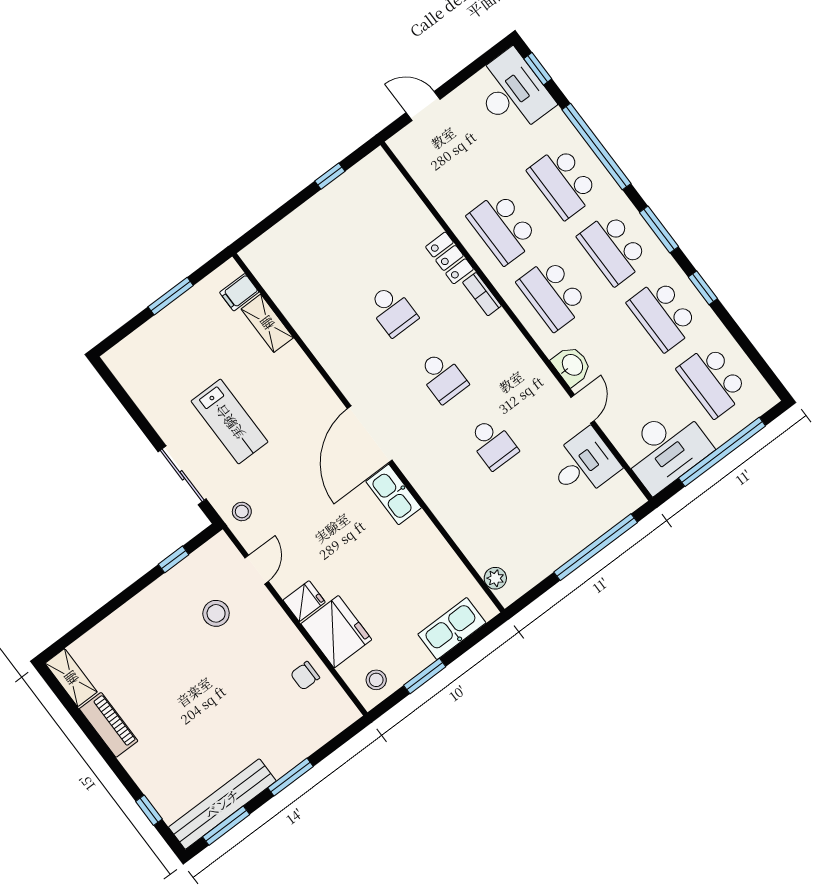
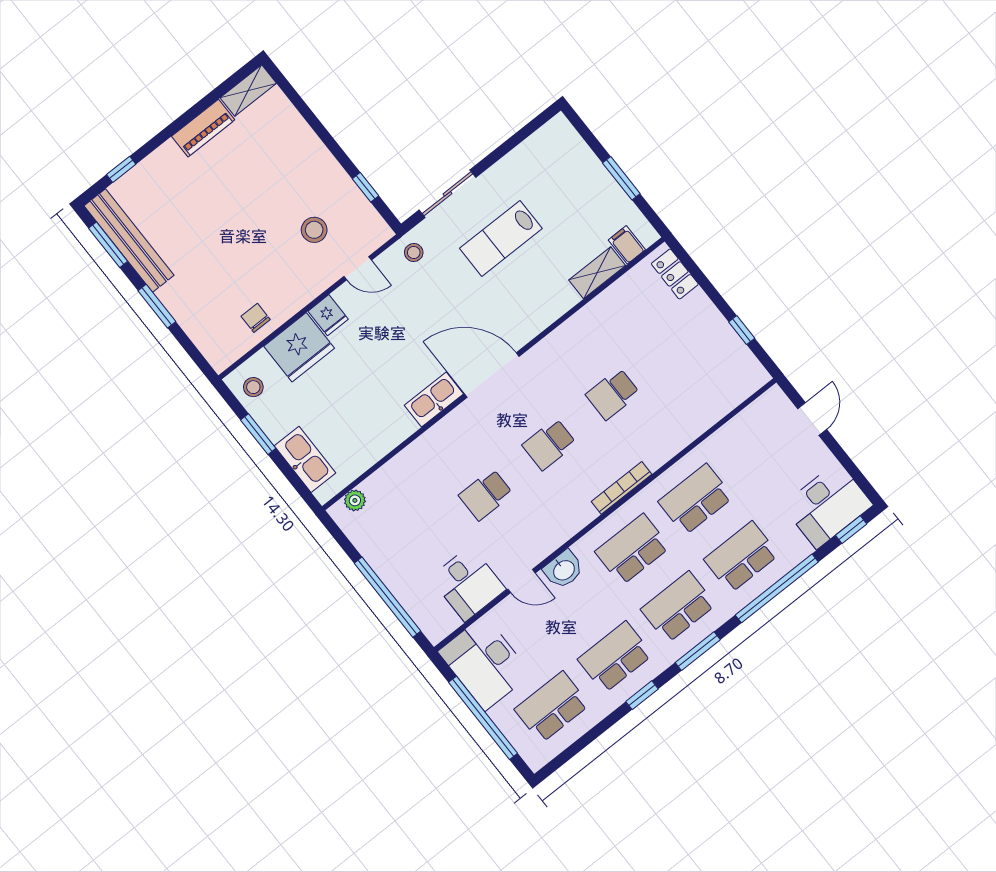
locker: (449, 258) -> (675, 274), moved, turned -90
bookcase: (482, 294) -> (622, 488), width x1.56

